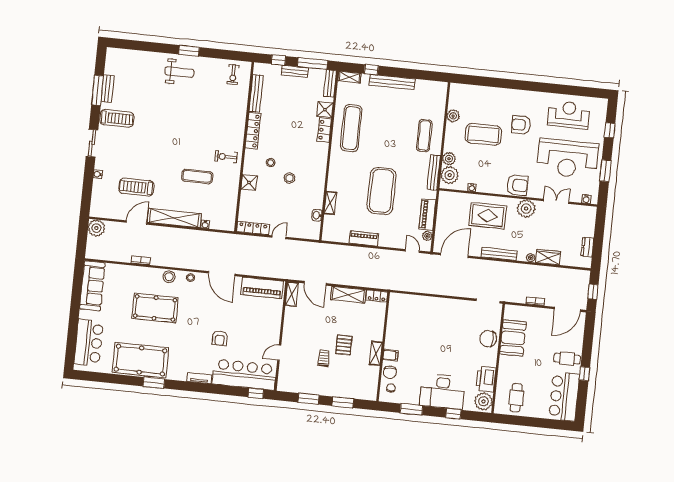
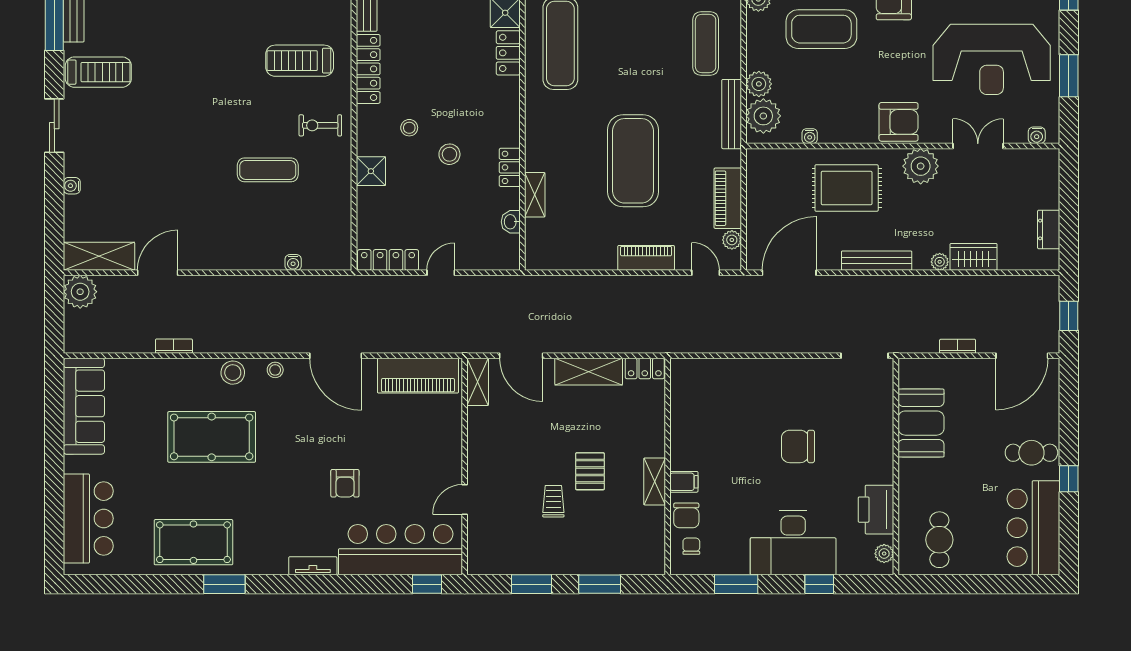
treadmill: (136, 187) -> (300, 61), moved
locker: (319, 188) -> (510, 167), added
shelving: (174, 218) -> (99, 256), moved, width x0.68
piano: (364, 238) -> (646, 258), moved
chair: (488, 339) -> (798, 446), moved
pool table: (140, 360) -> (193, 542), width x0.73, depth x0.76
plant: (483, 401) -> (884, 554), width x0.53, depth x0.53

